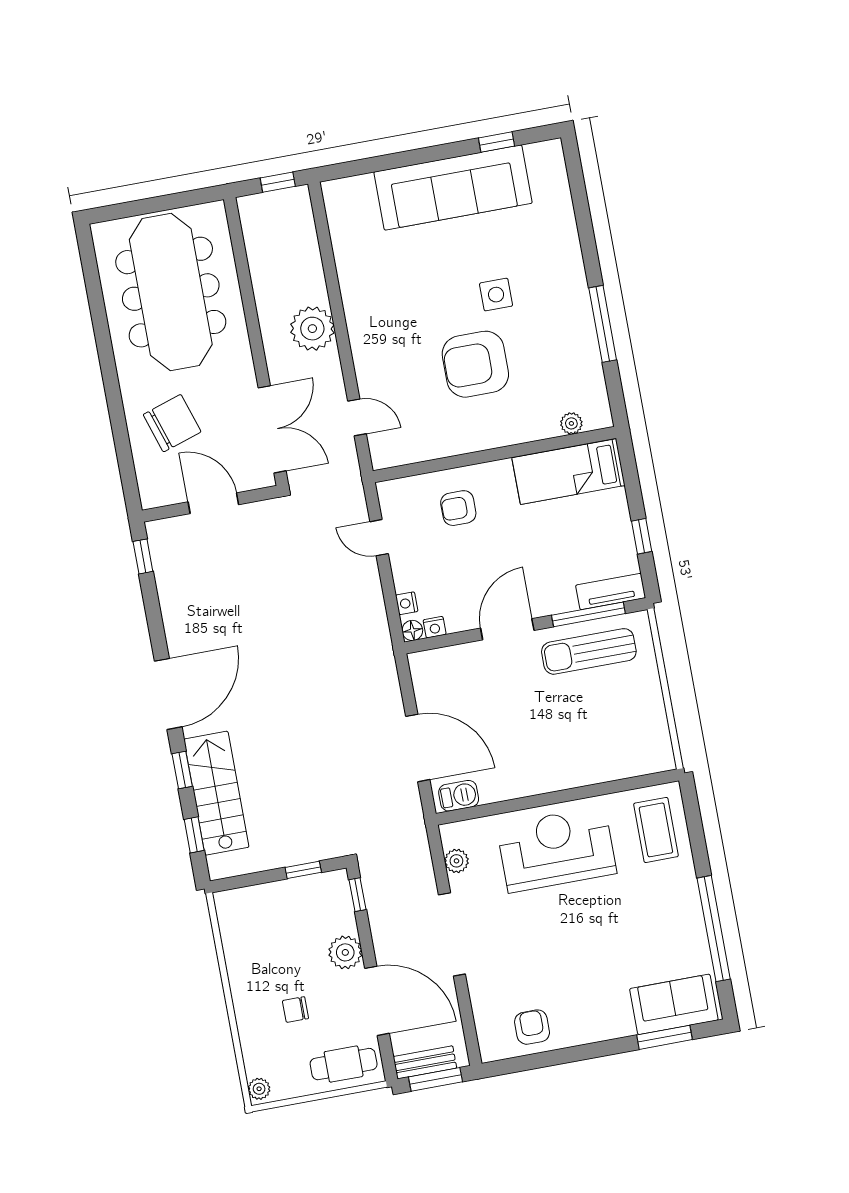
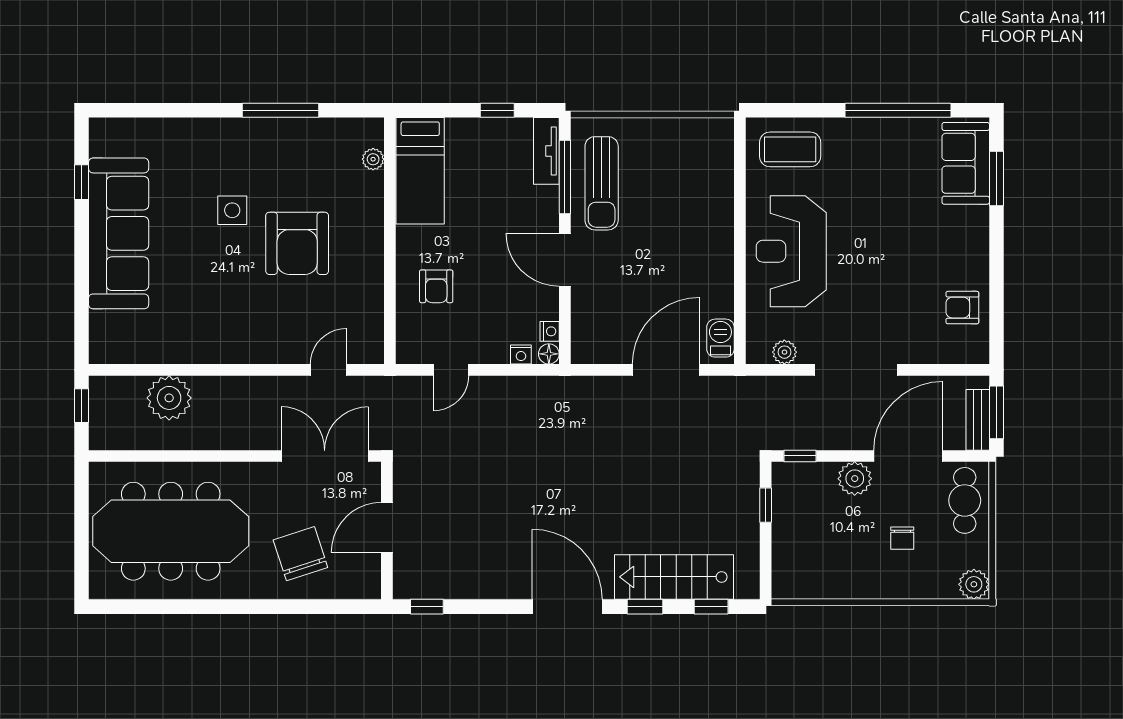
plant: (312, 329) -> (169, 398), moved
plant: (259, 1089) -> (974, 584), width x1.38, depth x1.38

